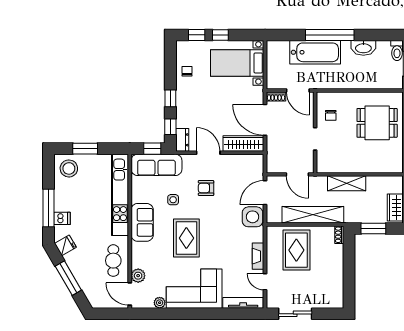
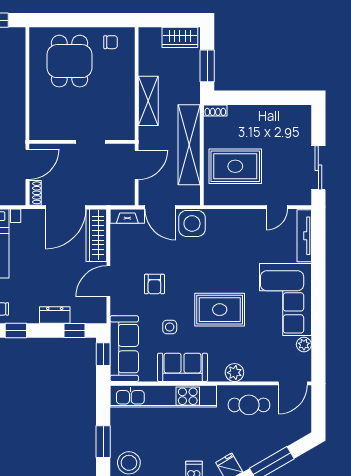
window: (170, 98) -> (16, 331), moved
chair: (331, 115) -> (111, 42), moved
dresser: (182, 140) -> (55, 315), moved
sofa: (142, 222) -> (182, 367), moved
fireplace: (258, 256) -> (127, 216), moved
plant: (138, 276) -> (234, 373), moved

